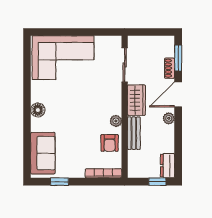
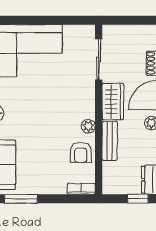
bookcase: (103, 173) -> (81, 189), width x0.64
window: (59, 182) -> (21, 199), width x1.50

